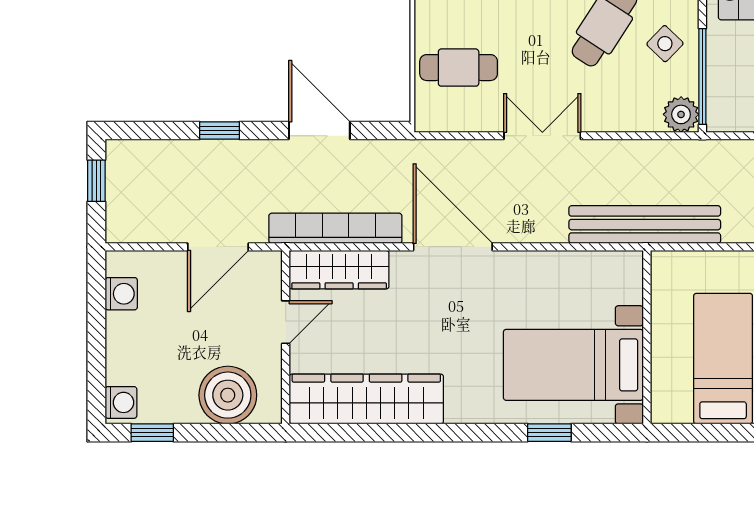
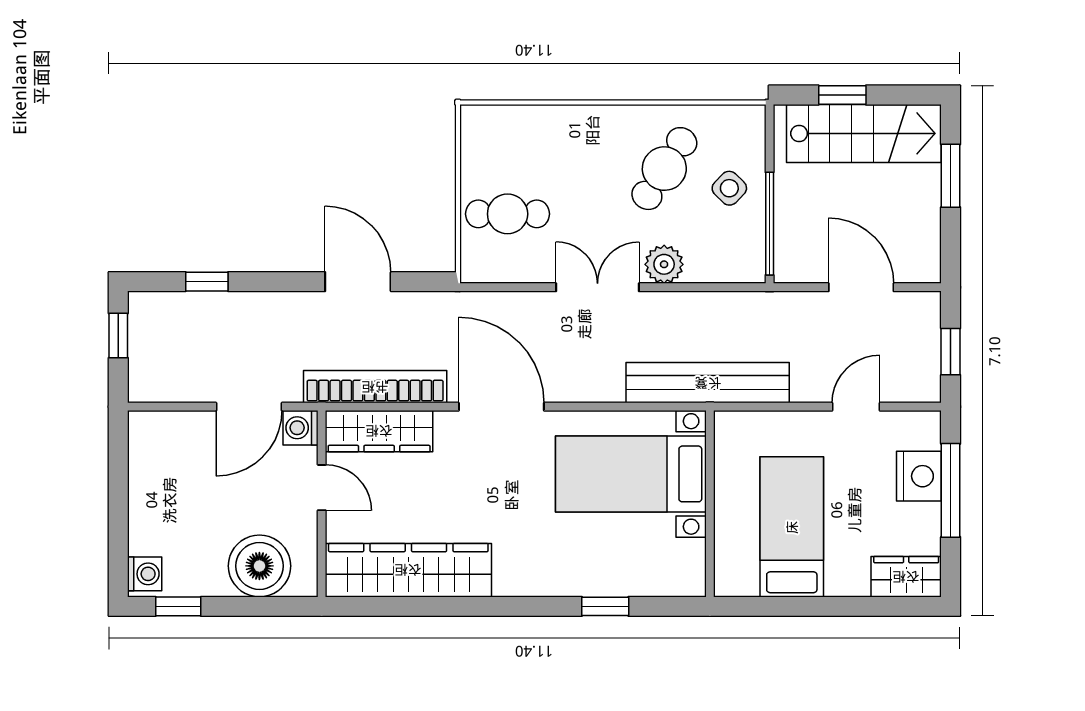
plant: (681, 114) -> (664, 264), moved
window: (220, 131) -> (207, 282), moved
washing machine: (121, 294) -> (301, 428), moved, turned 180
door: (286, 322) -> (322, 488), hinge flipped
bed with nightstands: (573, 365) -> (631, 474), moved

